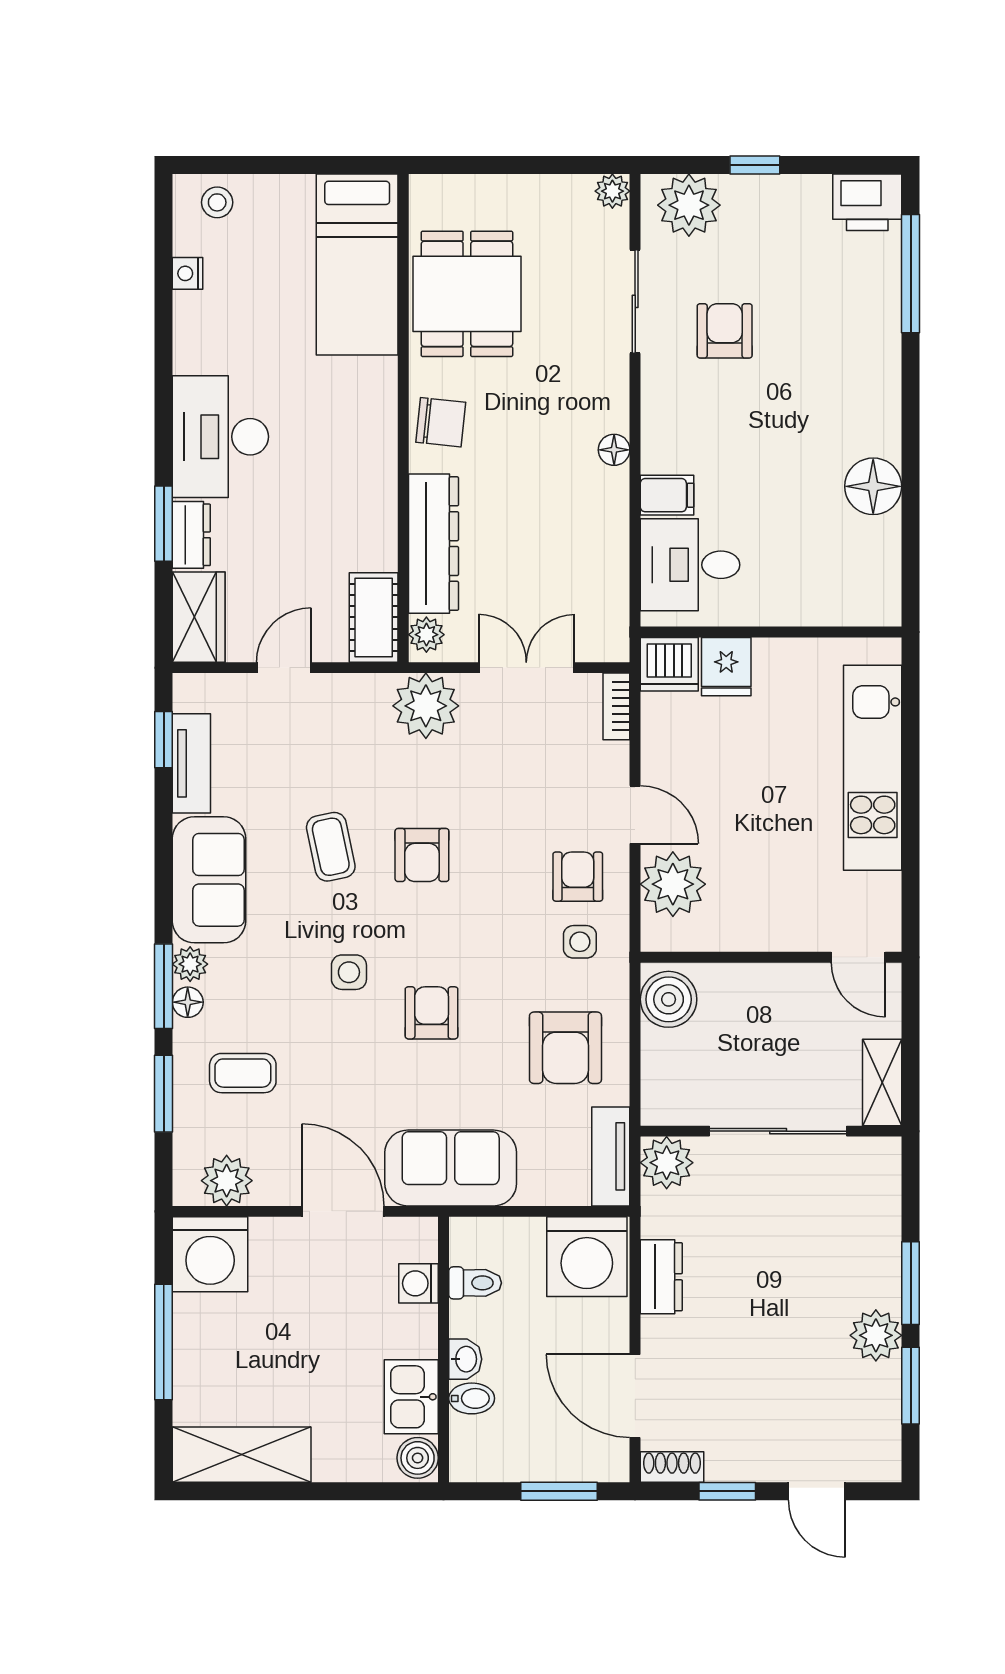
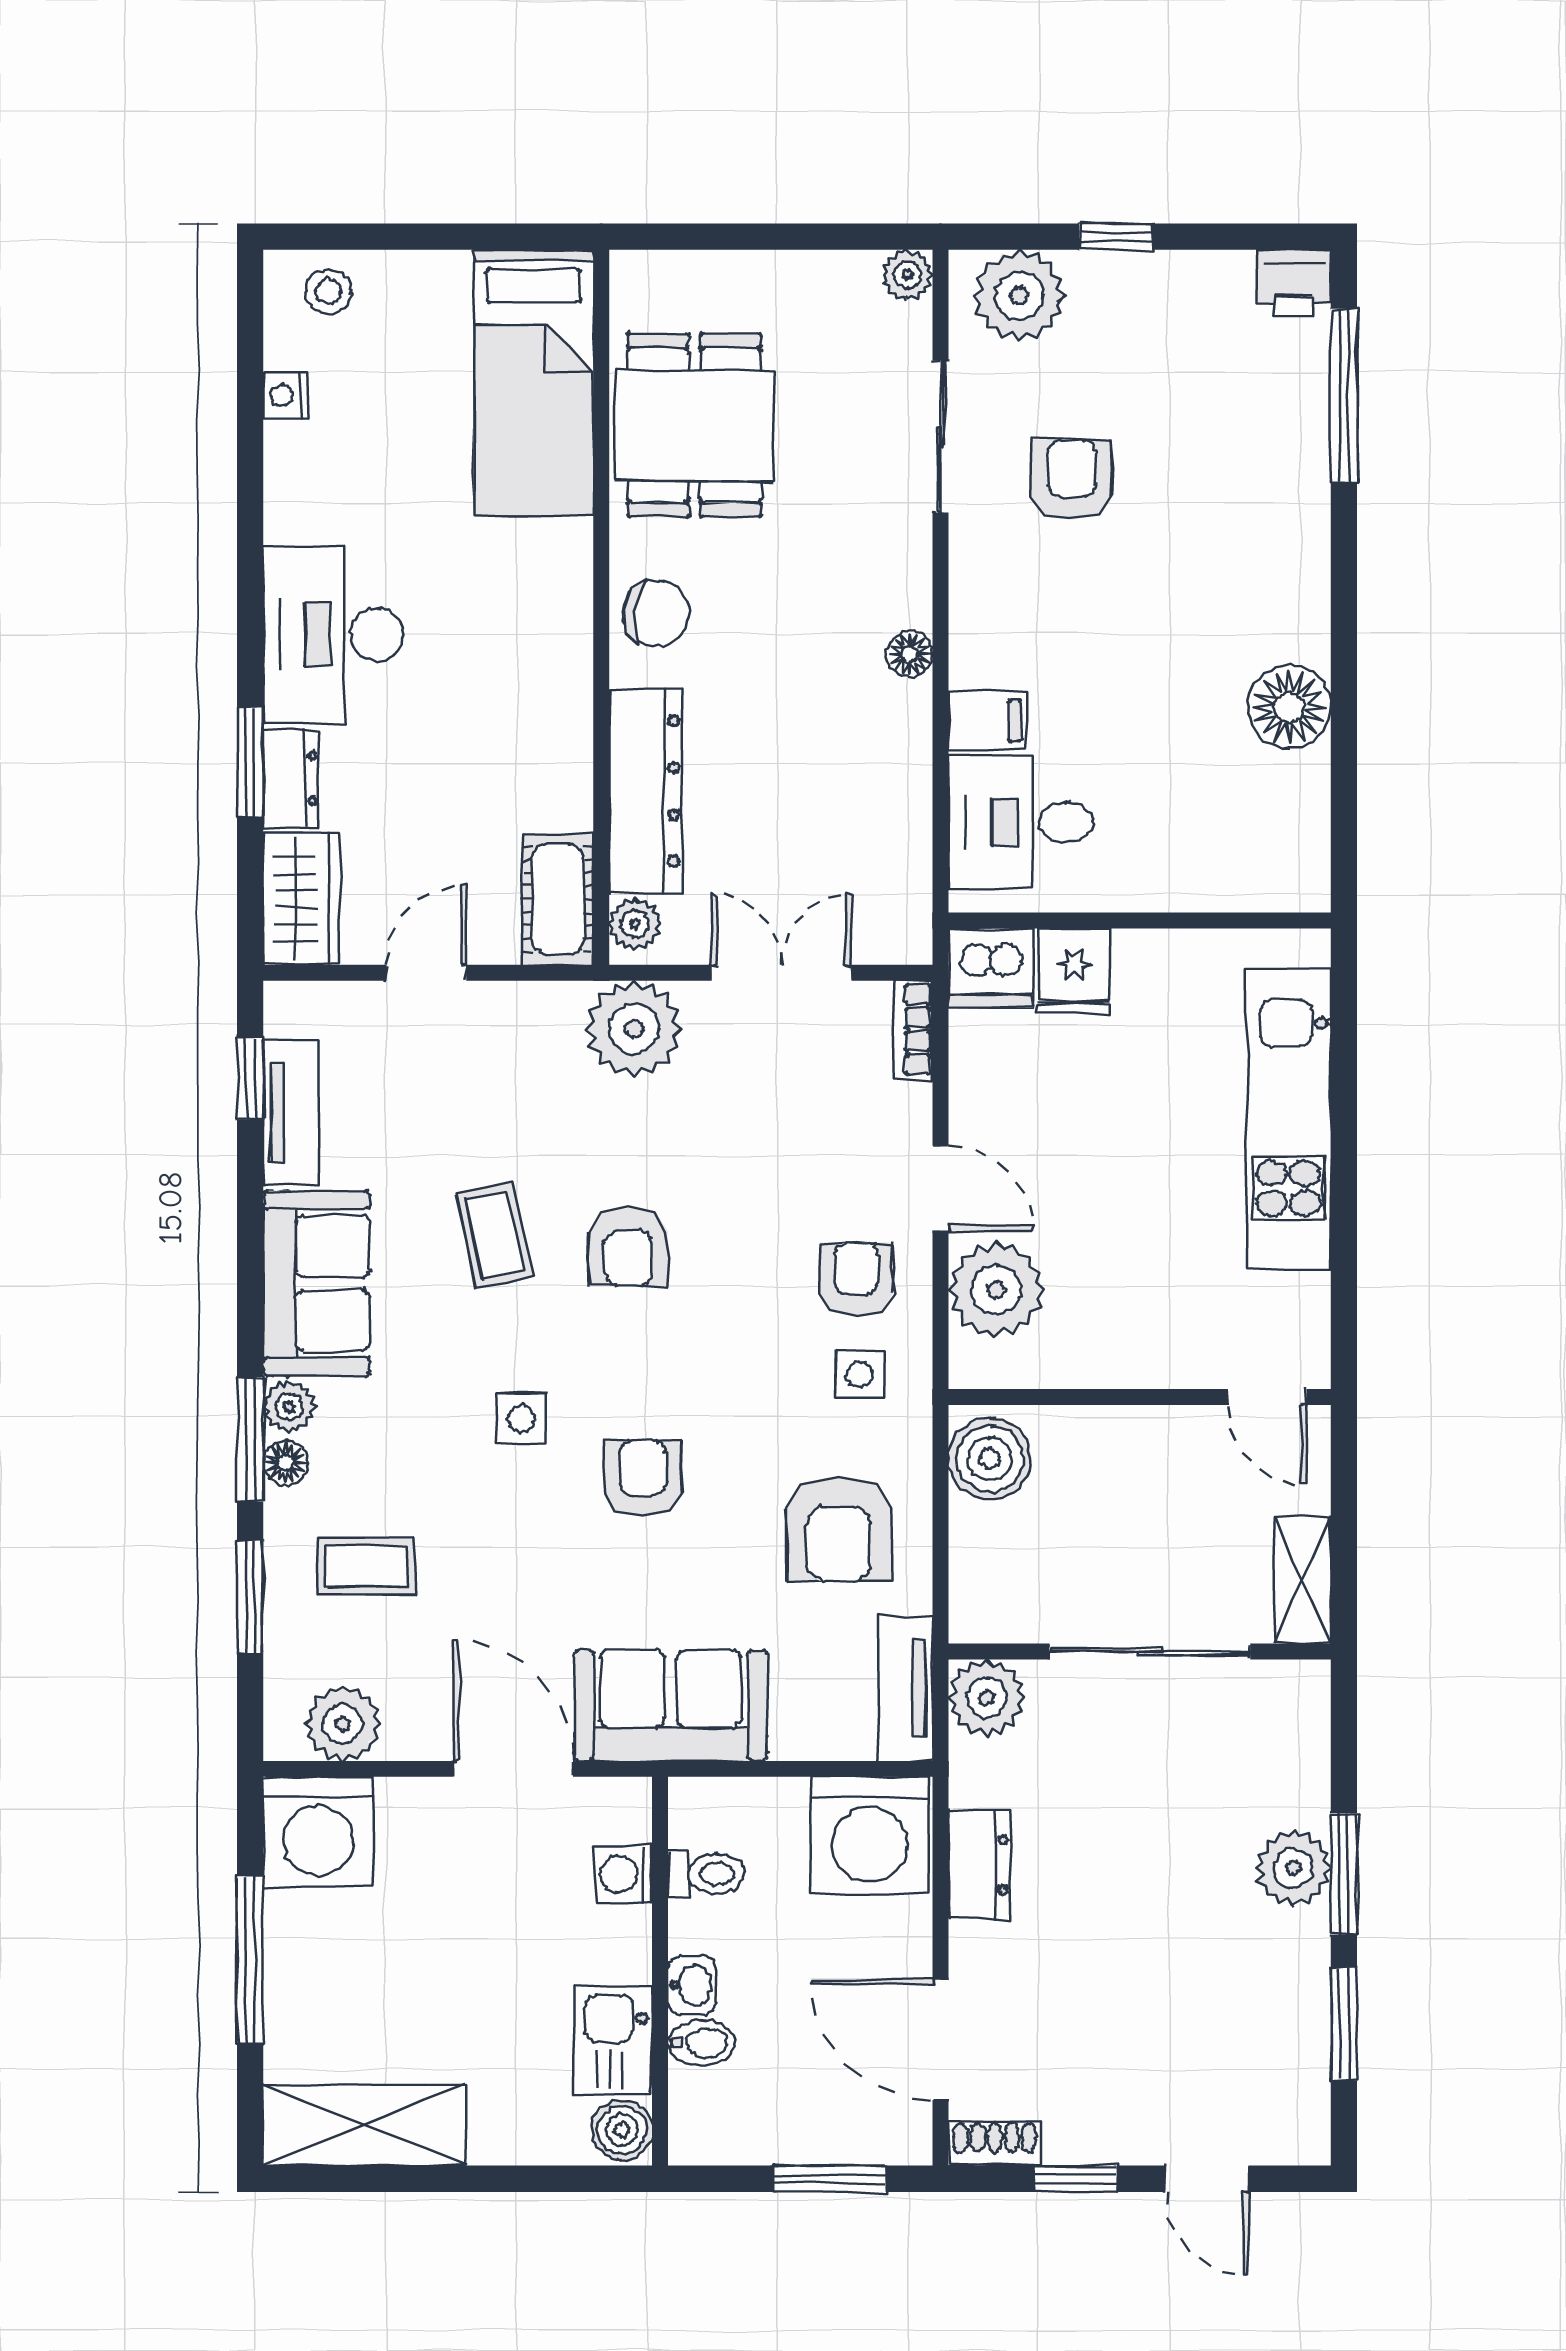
printer: (867, 202) -> (1294, 283), width x0.73, depth x0.81
plant: (876, 1335) -> (1293, 1868), moved

